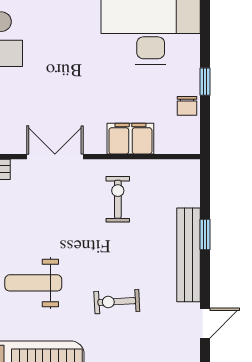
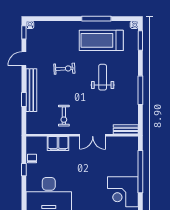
weight bench: (33, 283) -> (103, 77), turned -90

